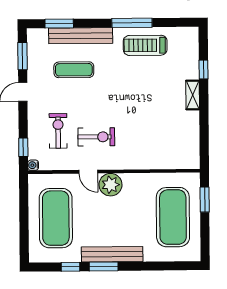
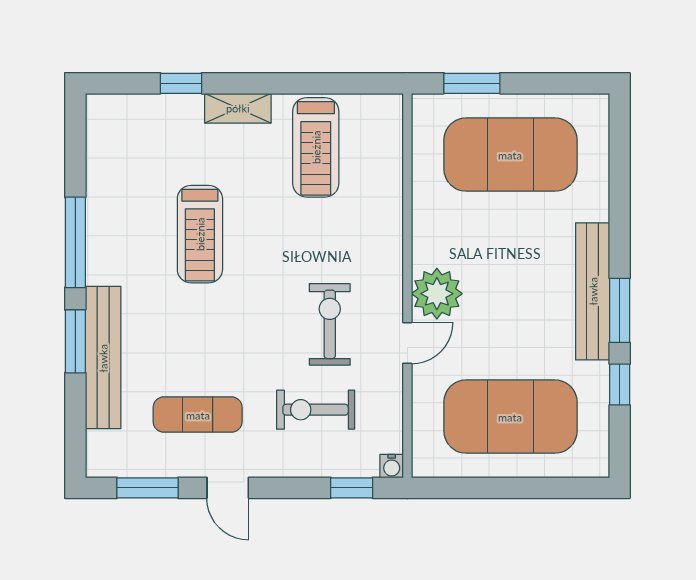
window: (59, 23) -> (75, 341), moved
treadmill: (145, 45) -> (200, 234), moved
exercise mat: (74, 70) -> (198, 415), moved, turned 90
treadmill: (175, 130) -> (316, 147), added

